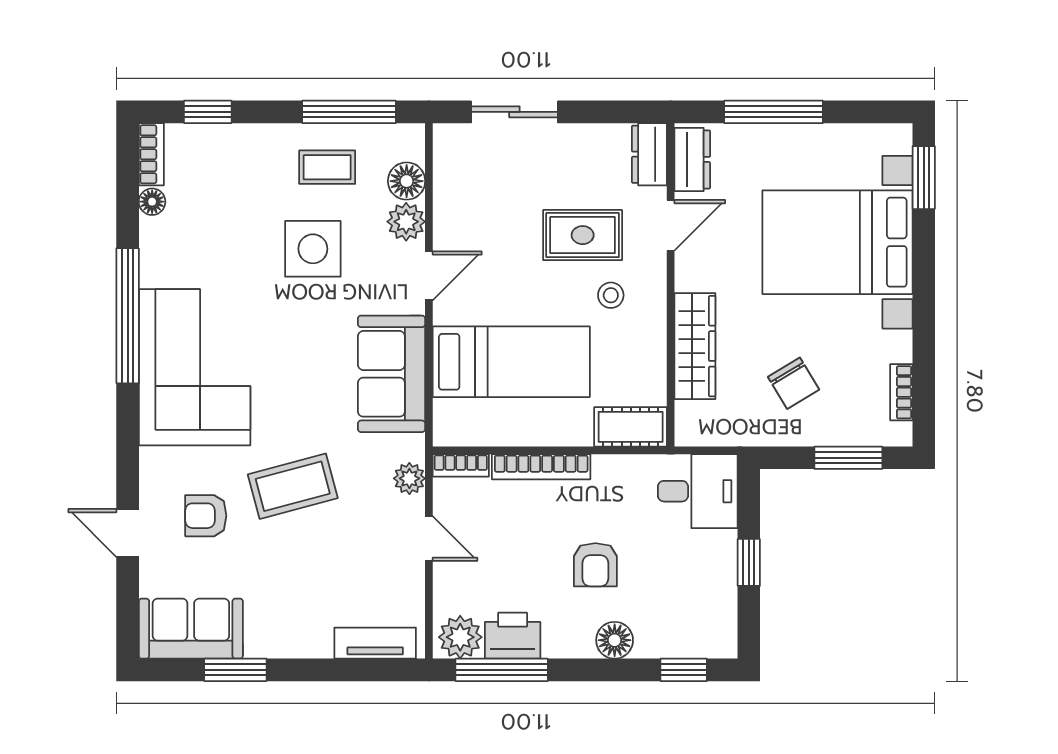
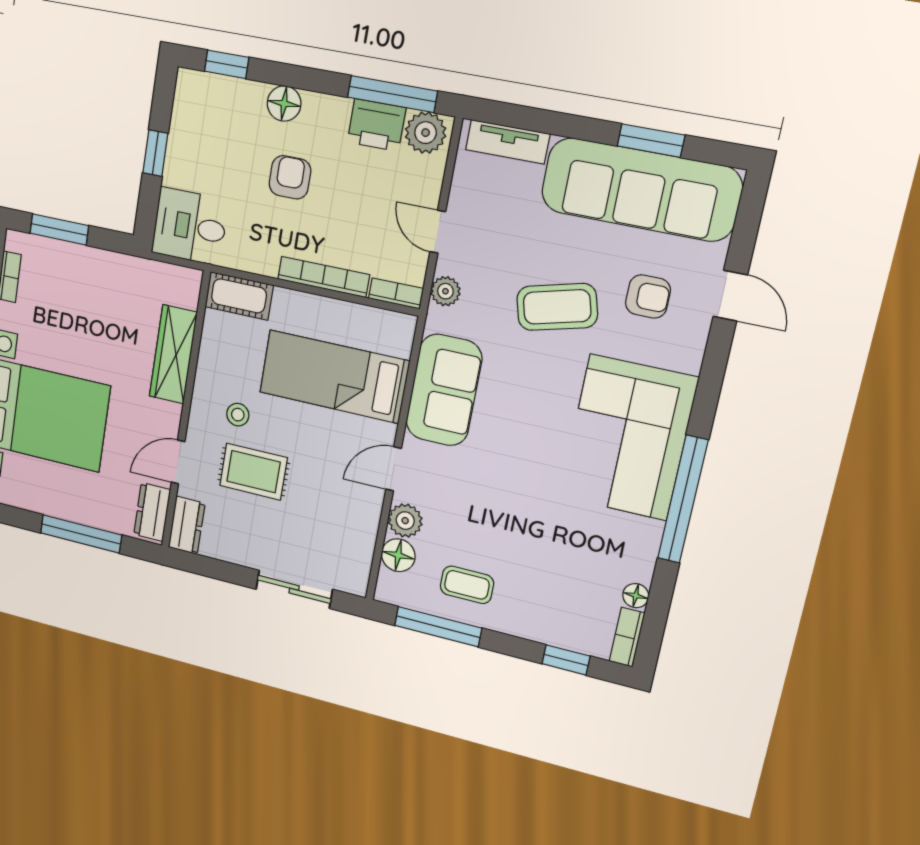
side table: (313, 249) -> (494, 518), removed
chair: (794, 383) -> (96, 304), removed
sofa: (191, 629) -> (641, 189), width x1.85, depth x1.27

